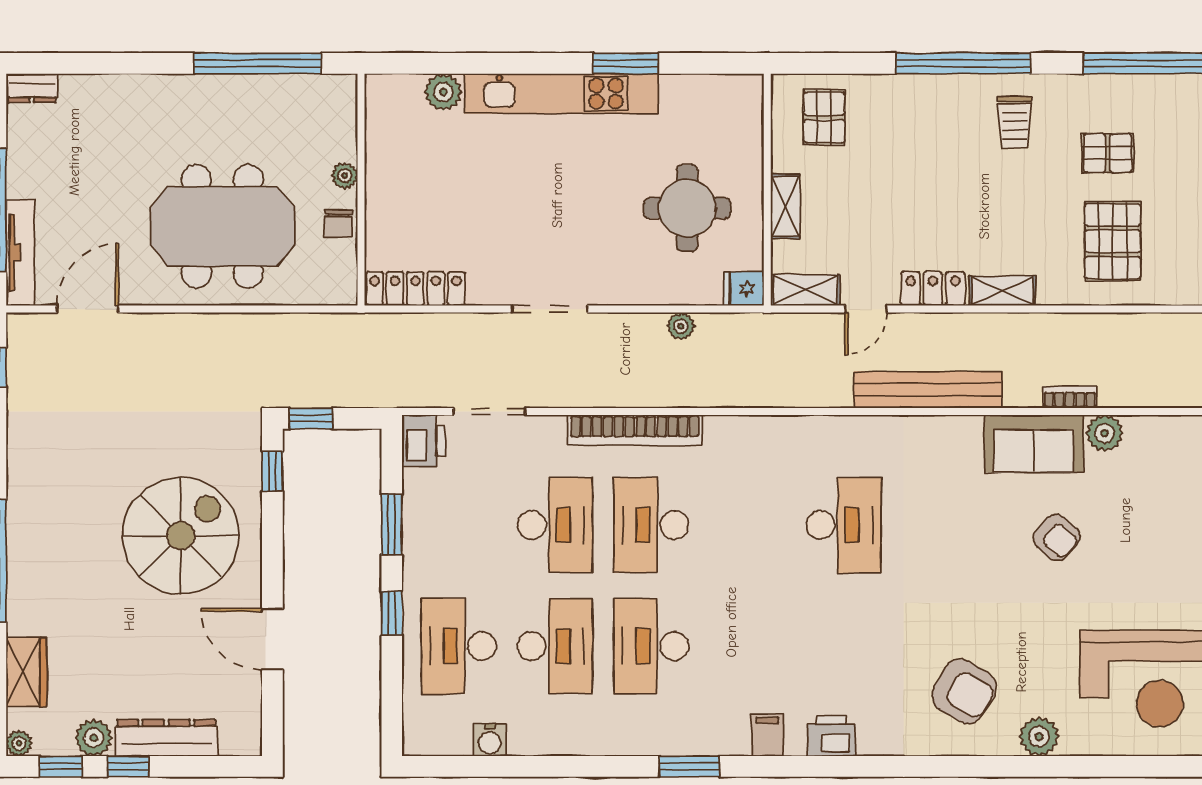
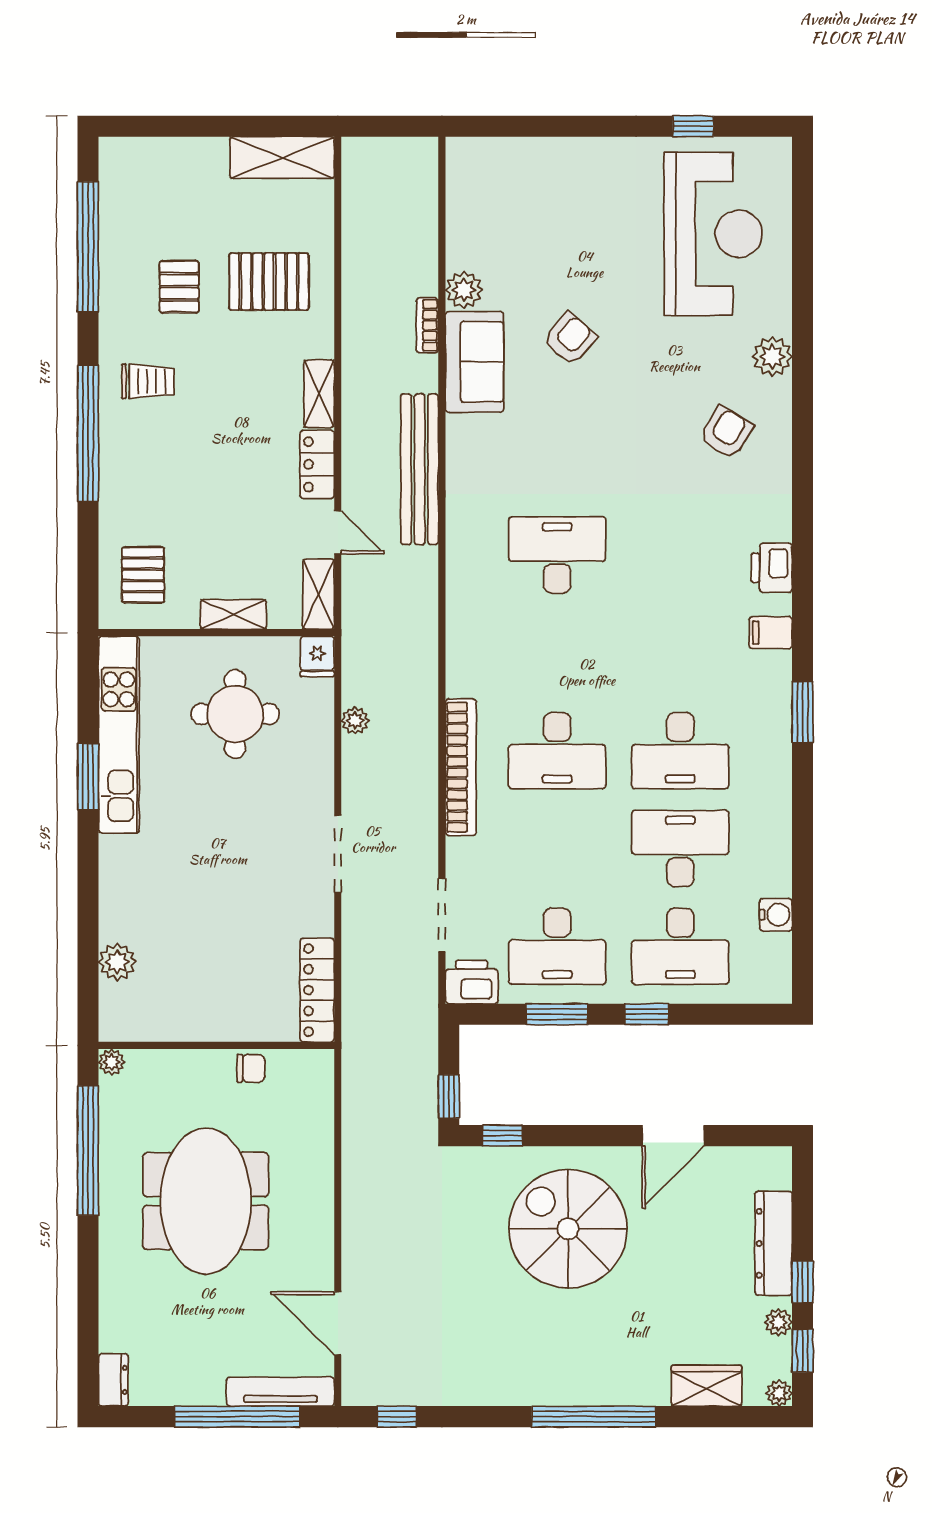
kitchen unit: (561, 94) -> (119, 735), moved
pallet: (824, 117) -> (143, 575), turned 90
plant: (345, 176) -> (112, 1062), moved
meeting table: (222, 226) -> (206, 1201), moved
desk: (555, 525) -> (557, 946), moved, turned 180
armchair: (964, 691) -> (726, 433), width x0.72, depth x0.72
plant: (94, 738) -> (778, 1322), width x0.73, depth x0.73

